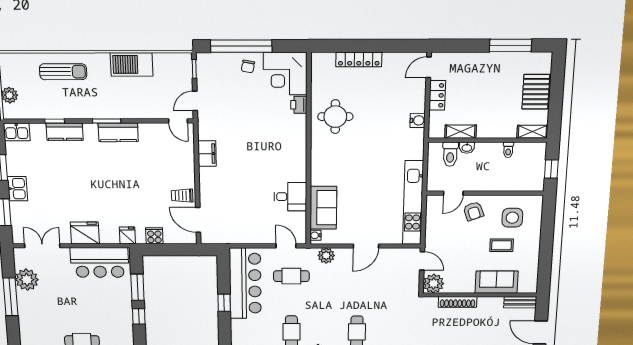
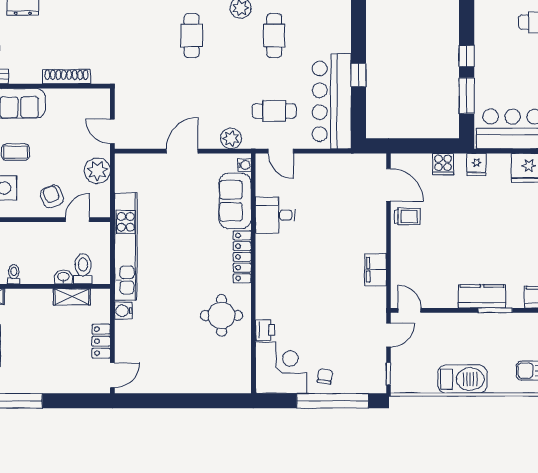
locker: (359, 60) -> (242, 257), moved, turned -90
kitchen unit: (413, 203) -> (126, 247), moved
plant: (434, 284) -> (97, 171), moved

